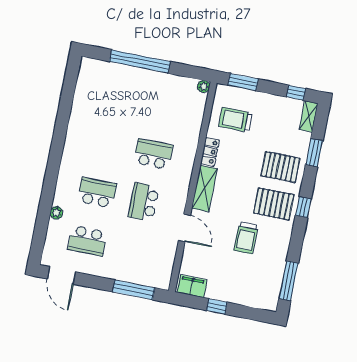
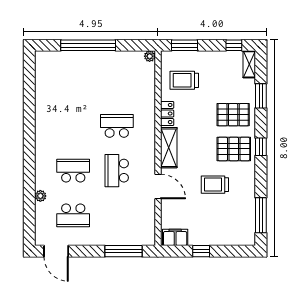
trolley: (246, 238) -> (215, 185), turned 90

